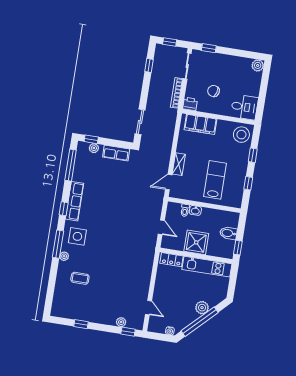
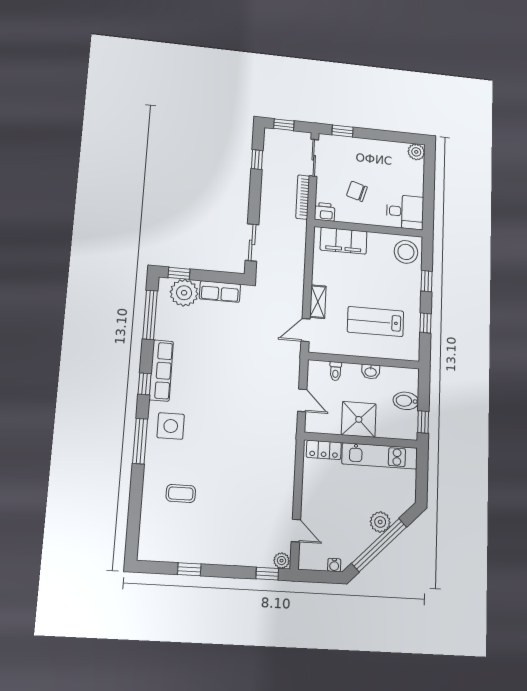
plant: (94, 148) -> (184, 293), width x1.88, depth x1.88
lab bench: (215, 180) -> (375, 322), turned -90
washbasin: (195, 210) -> (371, 372), moved
plant: (64, 256) -> (152, 460), removed
plant: (121, 322) -> (281, 561), moved

